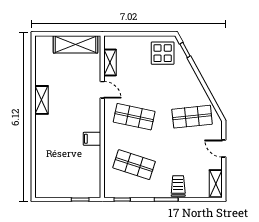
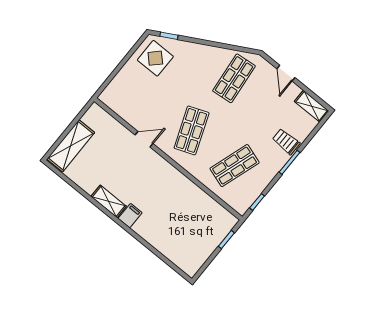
shelving: (76, 44) -> (71, 146), moved
shelving: (110, 62) -> (125, 112), removed
shop shelf: (134, 117) -> (192, 130), turned -33
filing cabinet: (92, 139) -> (130, 216), moved, turned 180
door: (224, 149) -> (286, 73), hinge flipped

